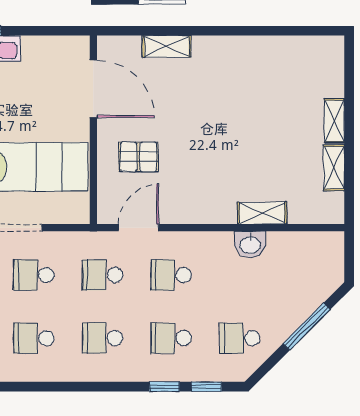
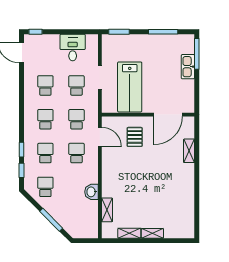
shelving: (262, 213) -> (107, 210), moved

